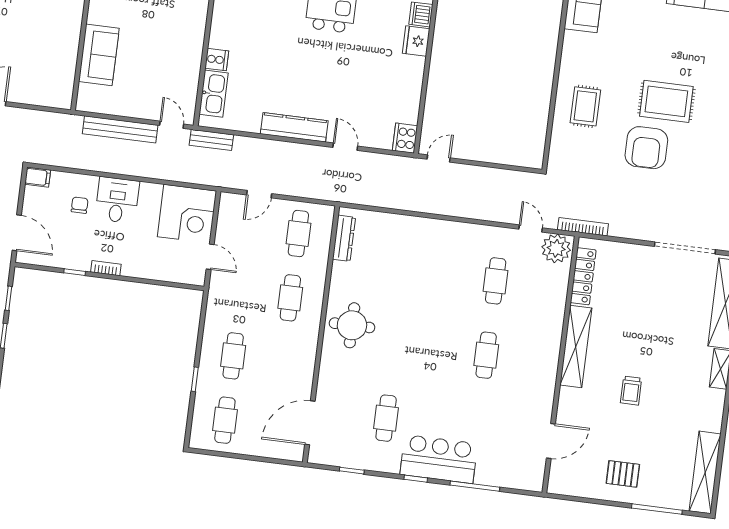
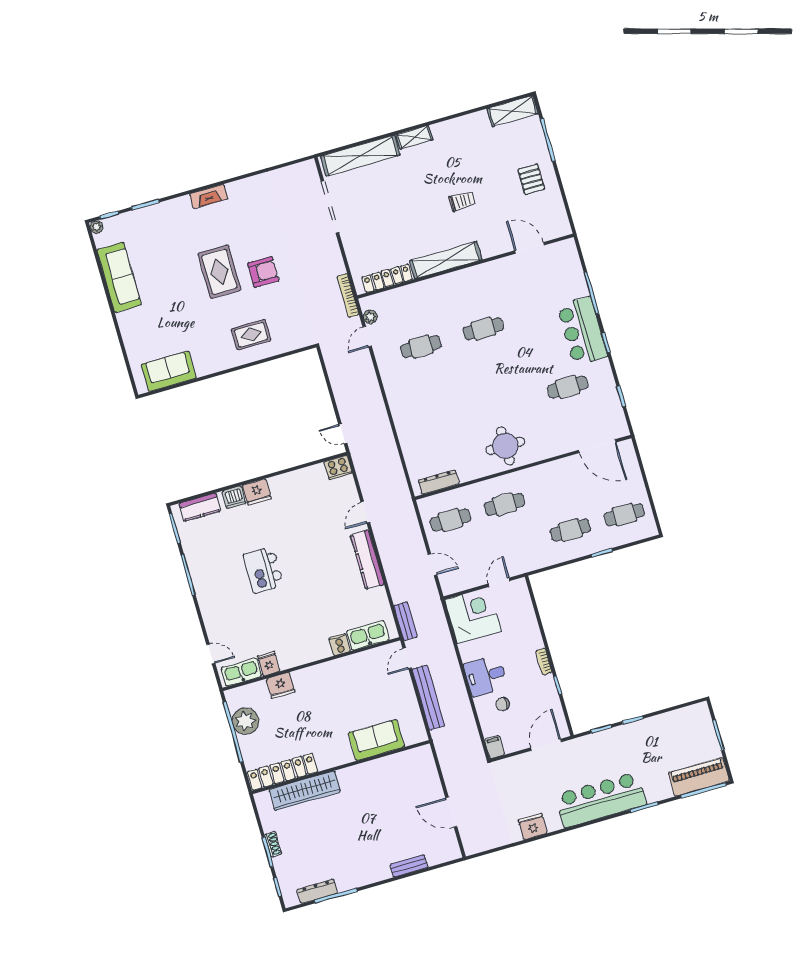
armchair: (646, 148) -> (263, 272), width x0.73, depth x0.73
plant: (556, 248) -> (370, 317), width x0.53, depth x0.53
shelving: (705, 472) -> (513, 111), width x0.68

